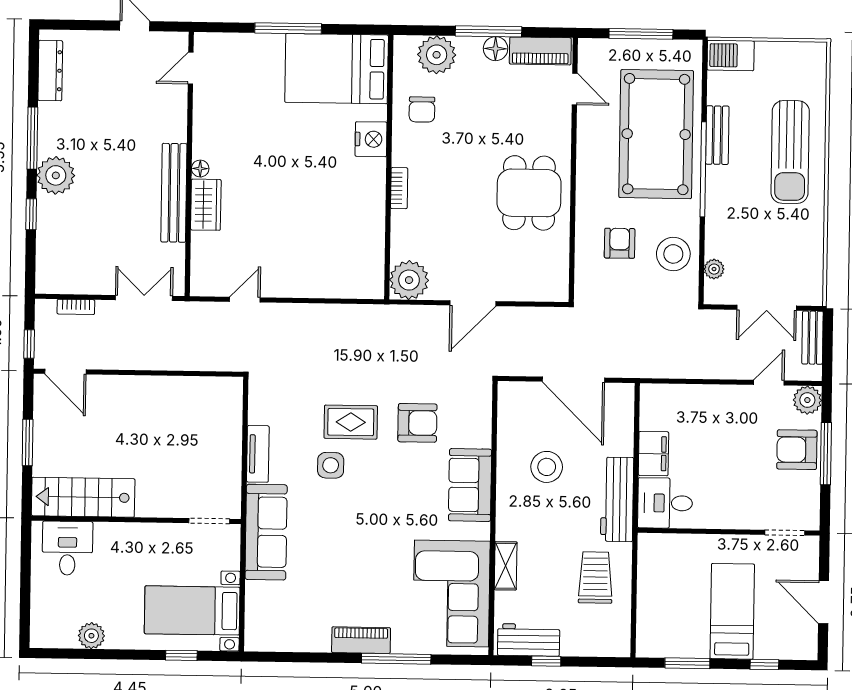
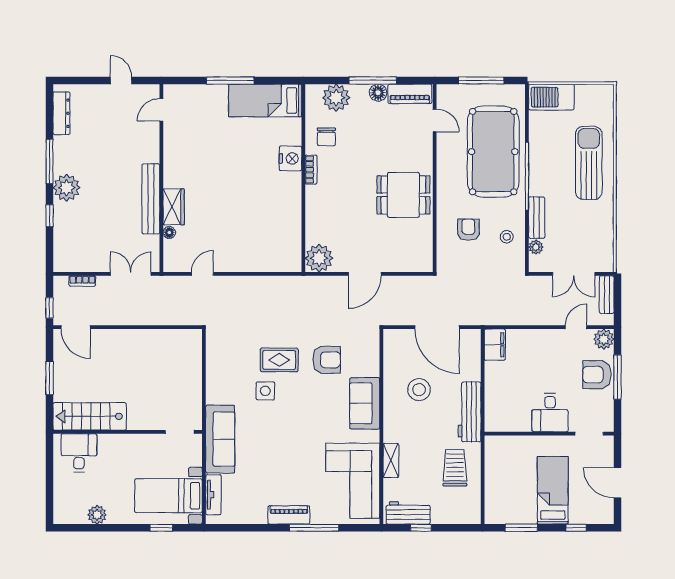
barbecue: (731, 55) -> (551, 97), width x1.37, depth x1.21
bed: (337, 69) -> (265, 100), width x0.67
bench: (717, 135) -> (537, 218), moved
sun lounger: (790, 152) -> (589, 163), turned 180
floor lamp: (200, 169) -> (169, 233), moved
bookcase: (399, 188) -> (311, 170), moved
dining table: (529, 193) -> (403, 195), turned 90
stool: (673, 254) -> (507, 237), width x0.53, depth x0.53
tv unit: (258, 454) -> (213, 495), moved
filing cabinet: (653, 454) -> (495, 345), moved
desk: (665, 503) -> (550, 413), moved, turned -90

